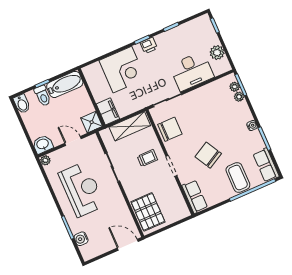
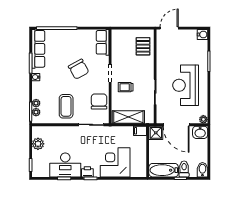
desk: (192, 71) -> (65, 165), moved, turned 180
filing cabinet: (108, 111) -> (140, 131), width x0.50
chair: (170, 129) -> (99, 101), turned 90
door: (73, 141) -> (176, 125), width x1.88
row of seats: (266, 165) -> (38, 49), width x1.48
coffee table: (238, 178) -> (66, 106), moved
pallet: (148, 212) -> (143, 46), width x0.67, depth x0.71
water cooler: (81, 239) -> (202, 34), moved
door: (128, 245) -> (169, 28), swing flipped

